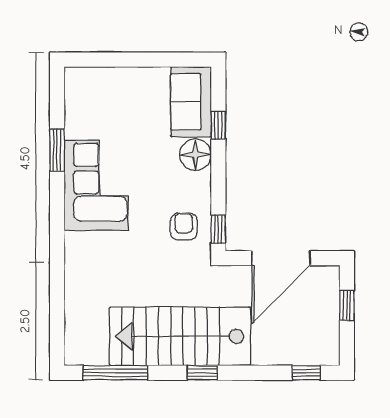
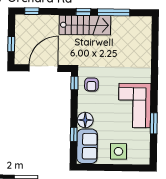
side table: (127, 92) -> (119, 151), added
stairs: (180, 336) -> (85, 25), width x0.73, depth x0.66
window: (115, 373) -> (114, 12), moved

